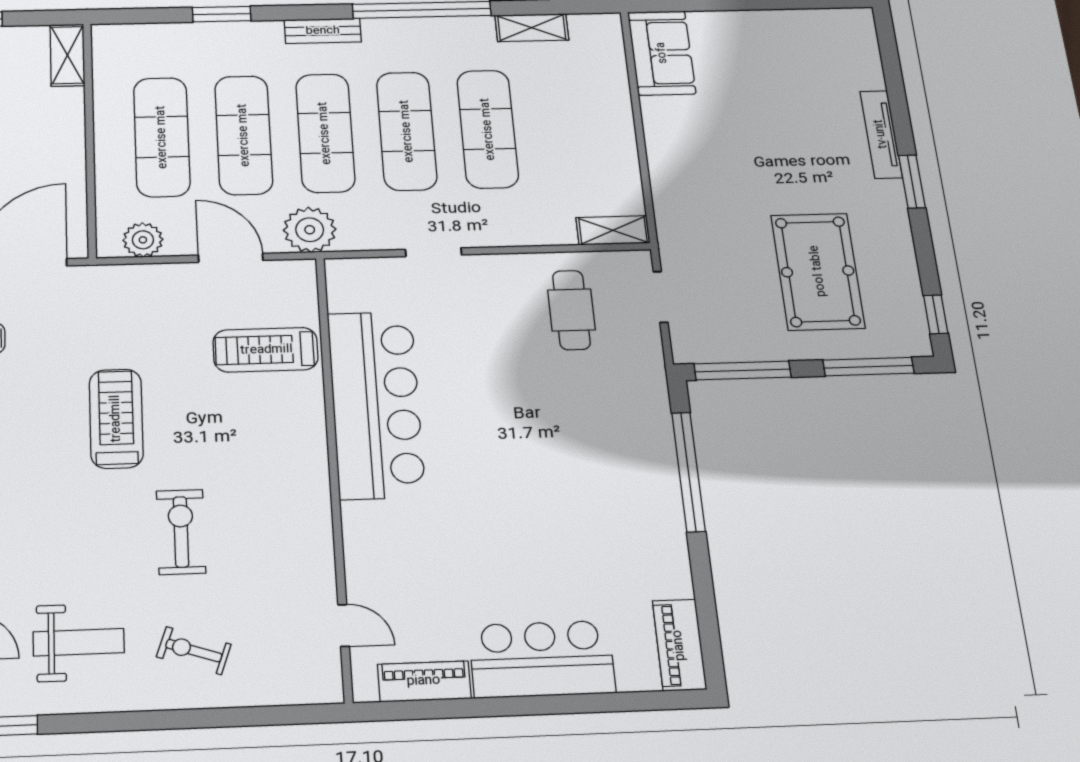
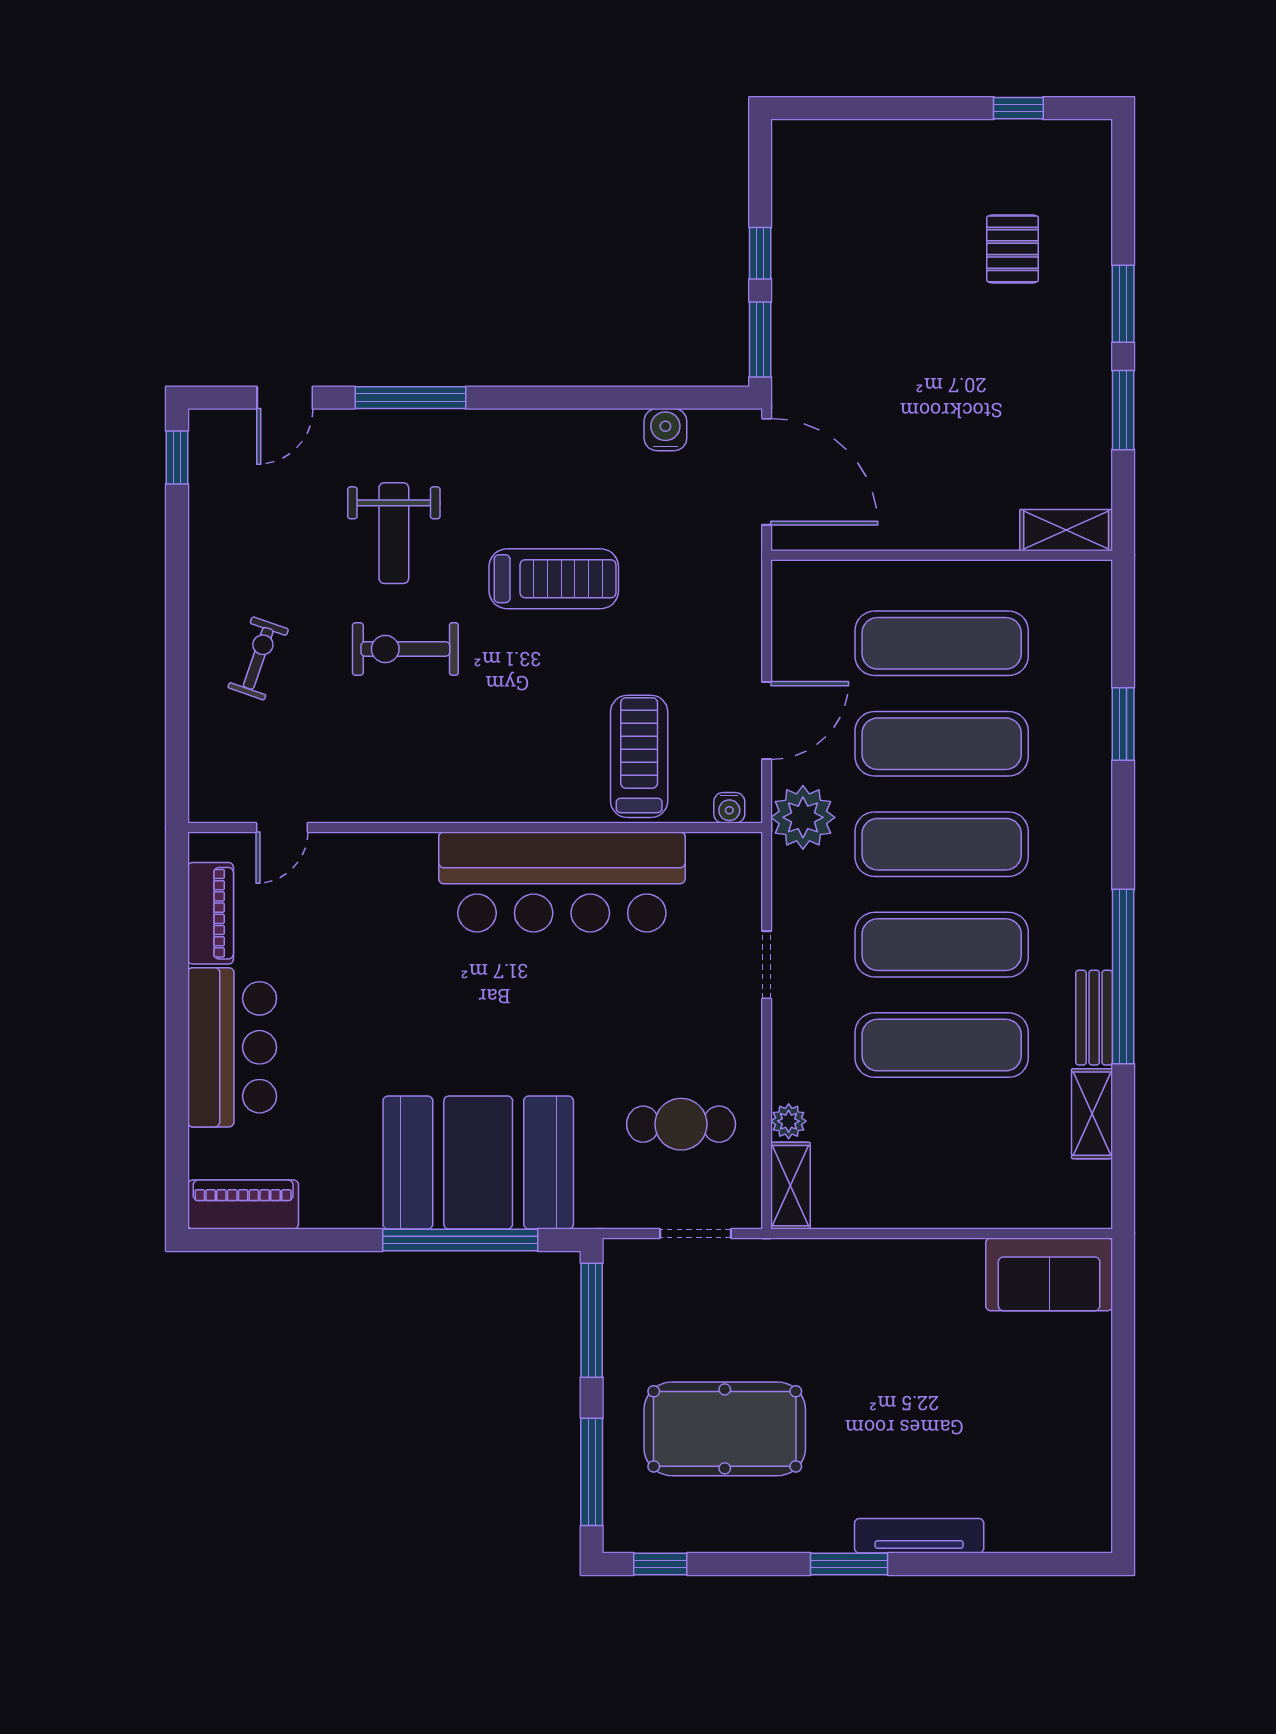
bench: (323, 31) -> (1094, 1018), moved
plant: (143, 240) -> (789, 1121), moved, width x0.73, depth x0.73
water cooler: (305, 283) -> (729, 808), added
booth: (621, 460) -> (478, 1163), added
exercise bike: (181, 532) -> (405, 649), turned 180
weight bench: (79, 642) -> (394, 533), moved

